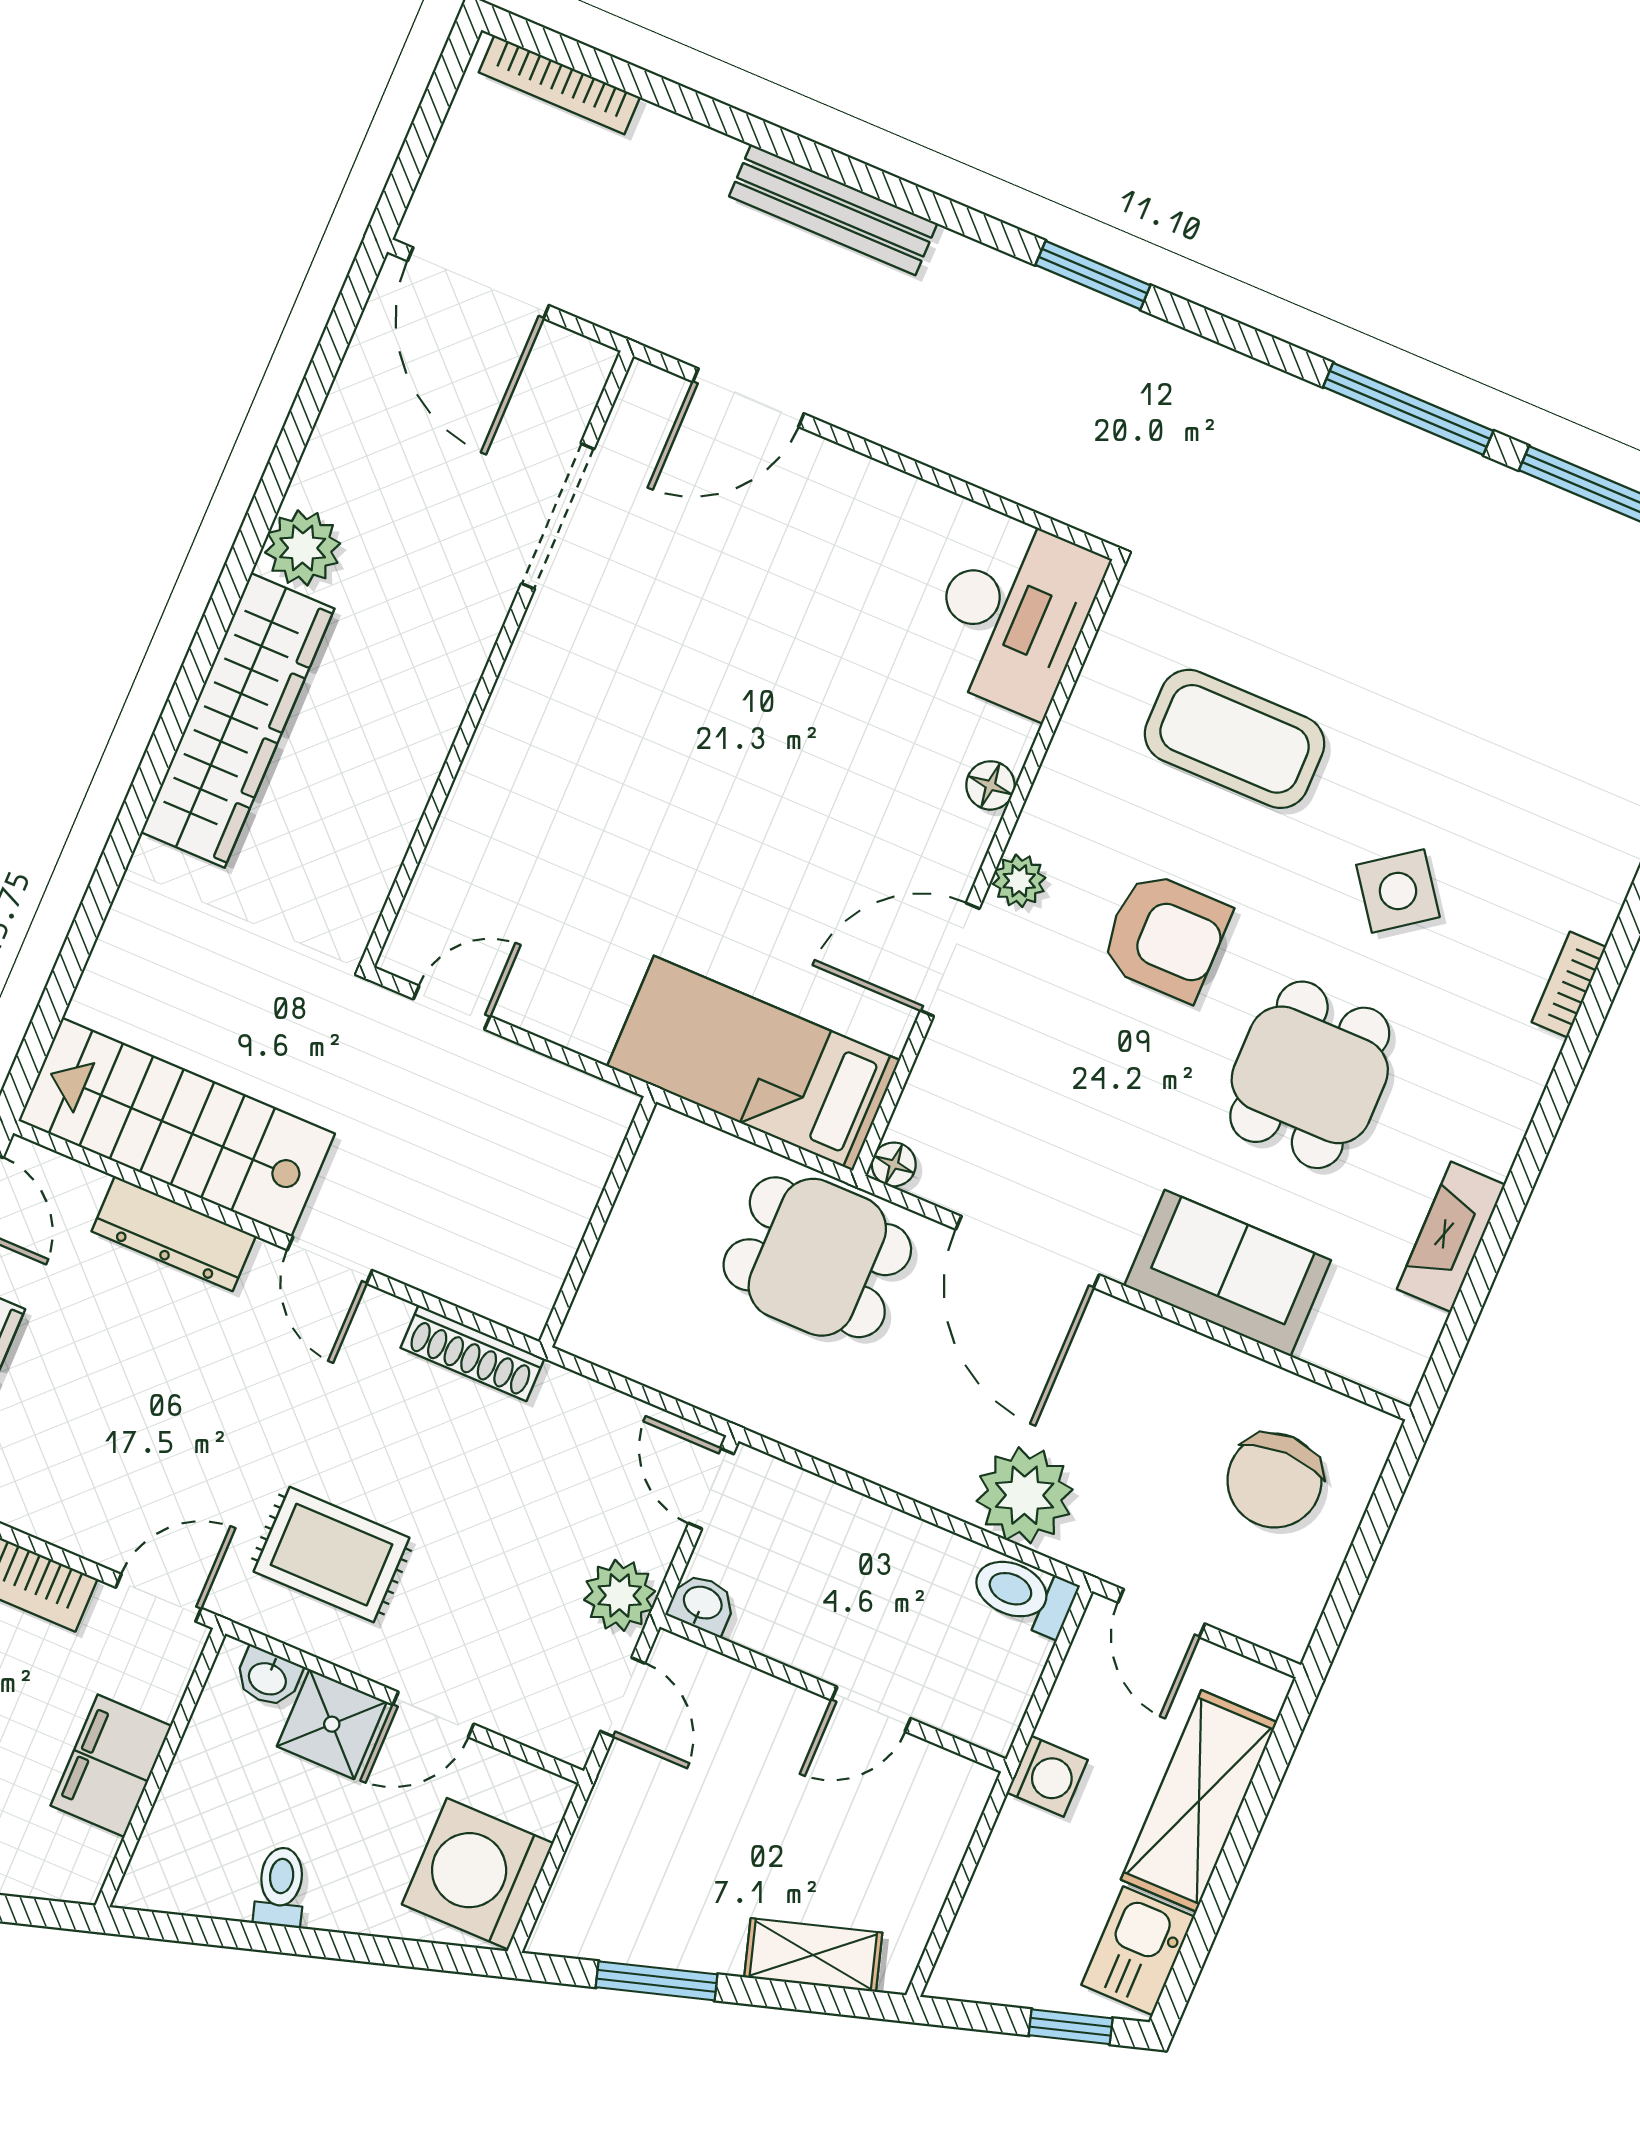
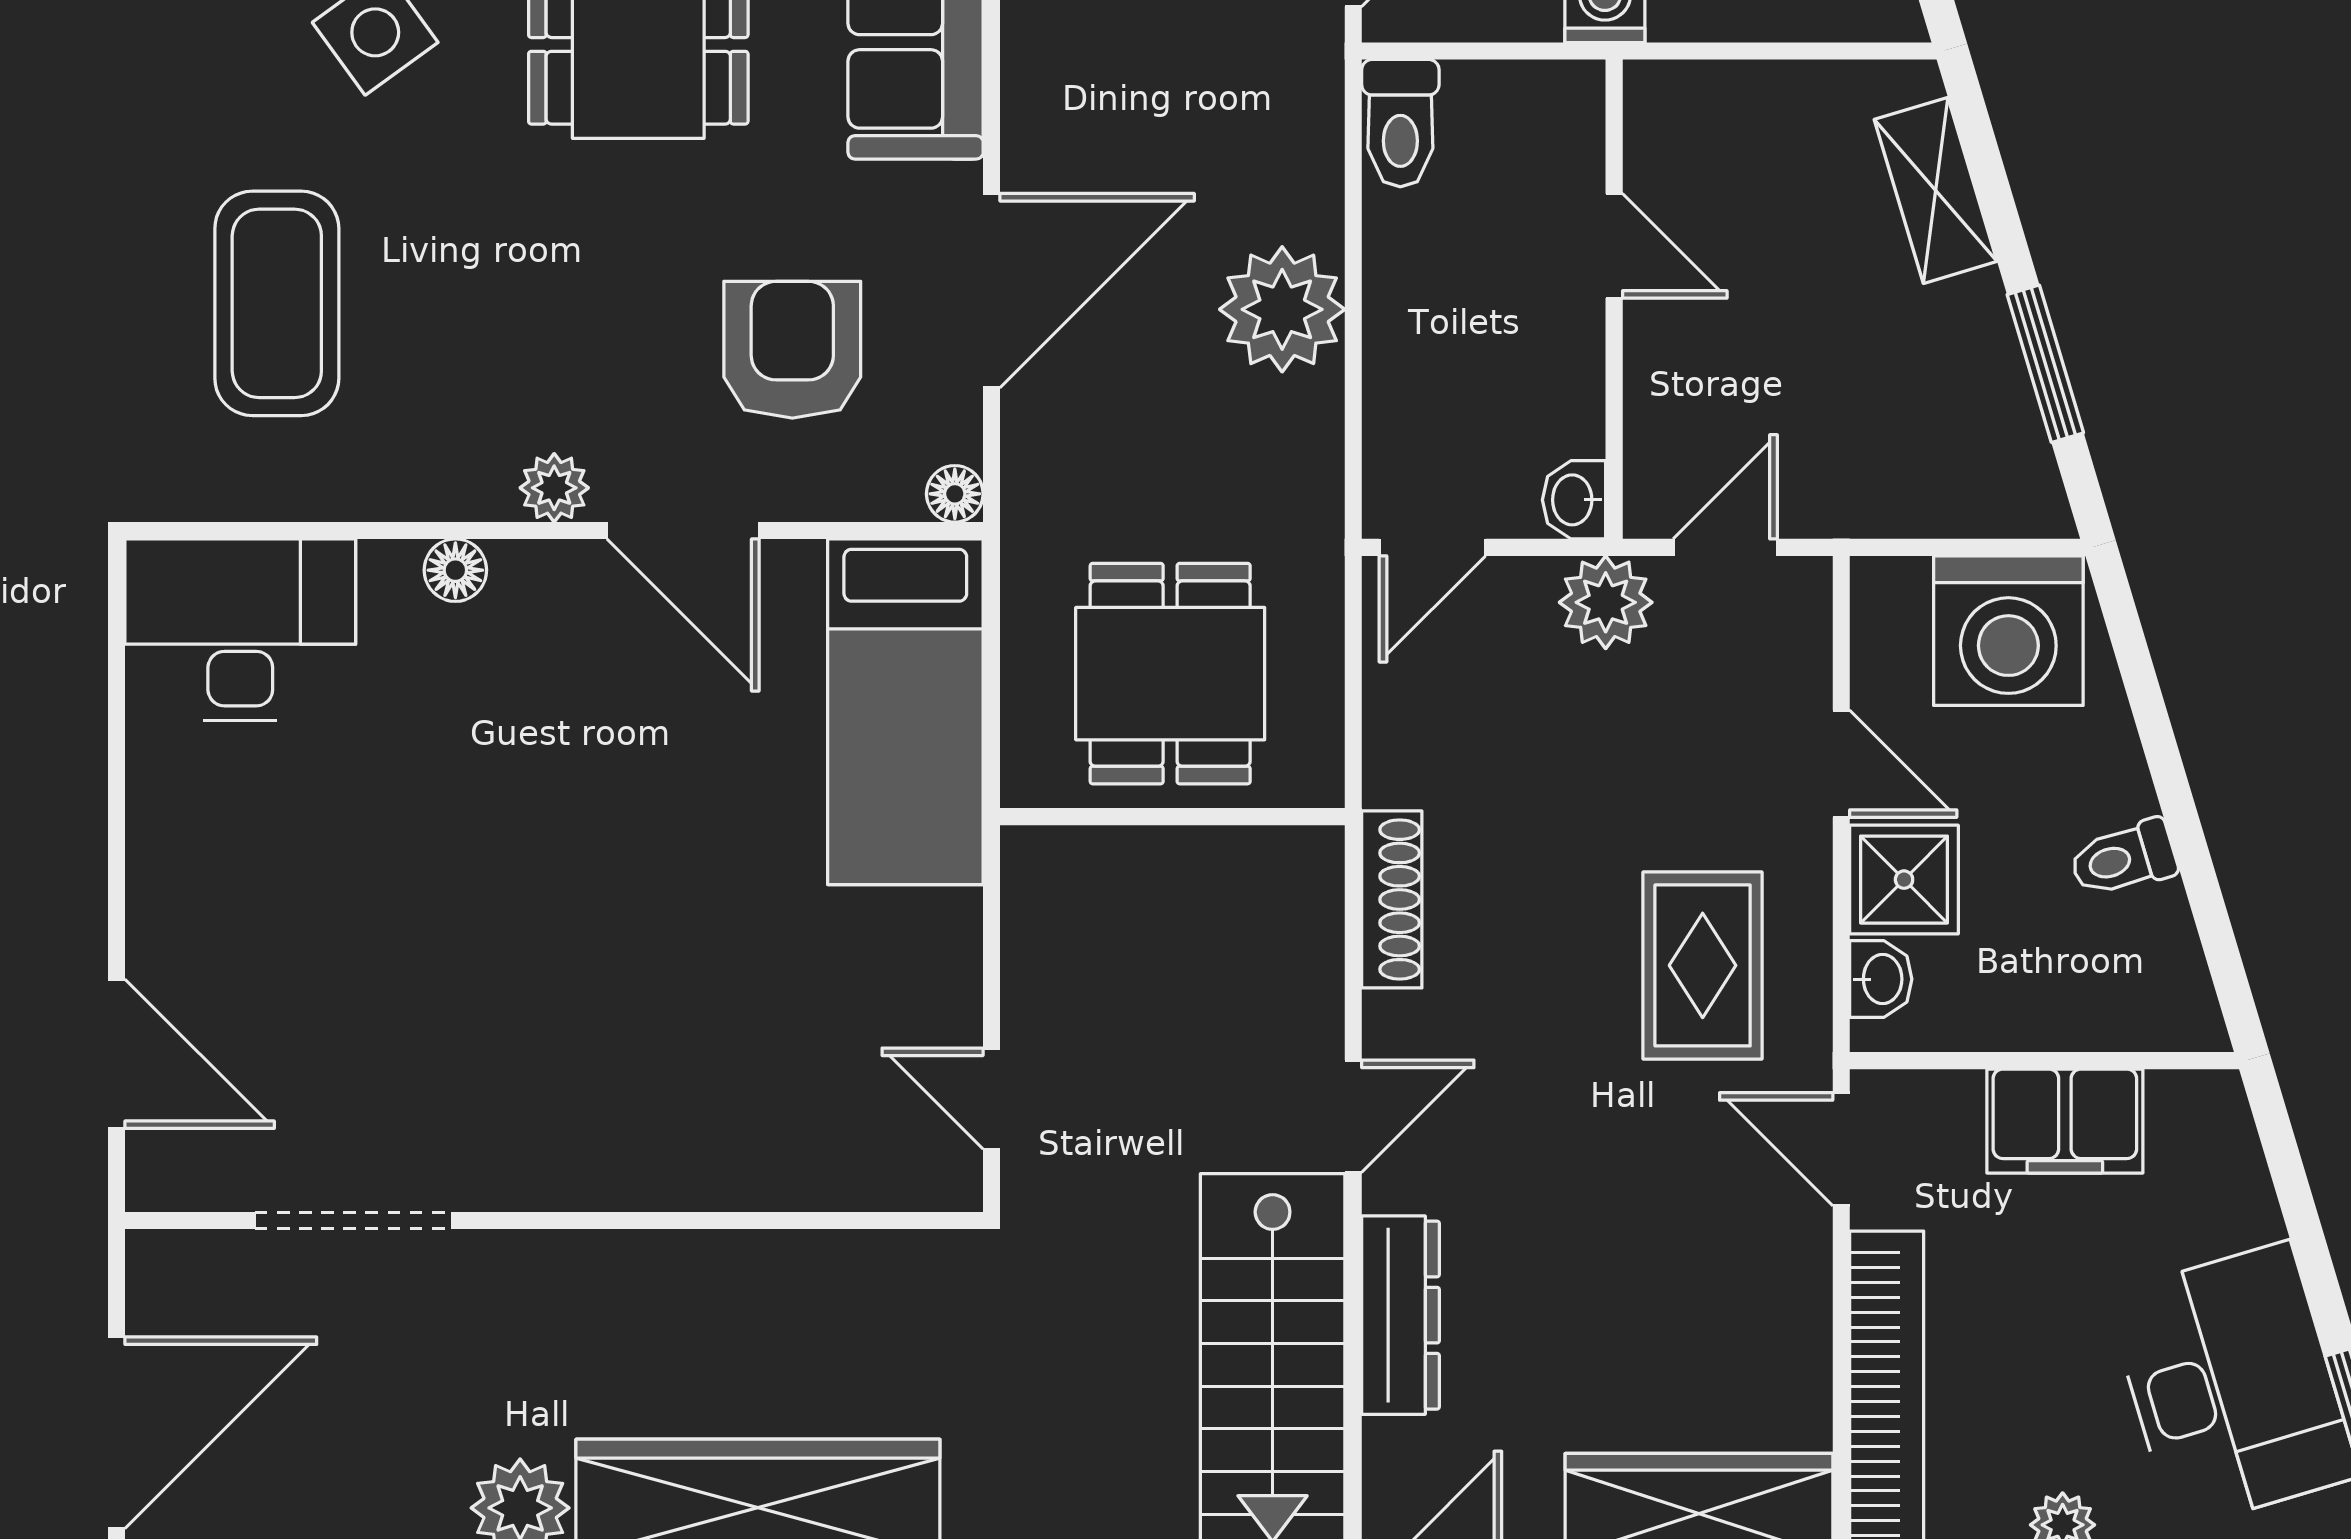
armchair: (1165, 936) -> (792, 350), moved
dining table: (817, 1257) -> (1170, 674), moved
plant: (1025, 1495) -> (1282, 309), moved

